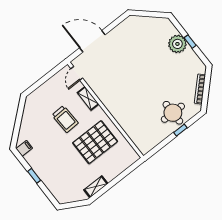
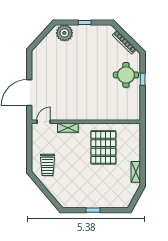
plant: (177, 44) -> (64, 33), moved
door: (77, 73) -> (44, 122), swing flipped
trolley: (65, 119) -> (47, 165), moved, turned 92
filing cabinet: (24, 148) -> (68, 202), removed

